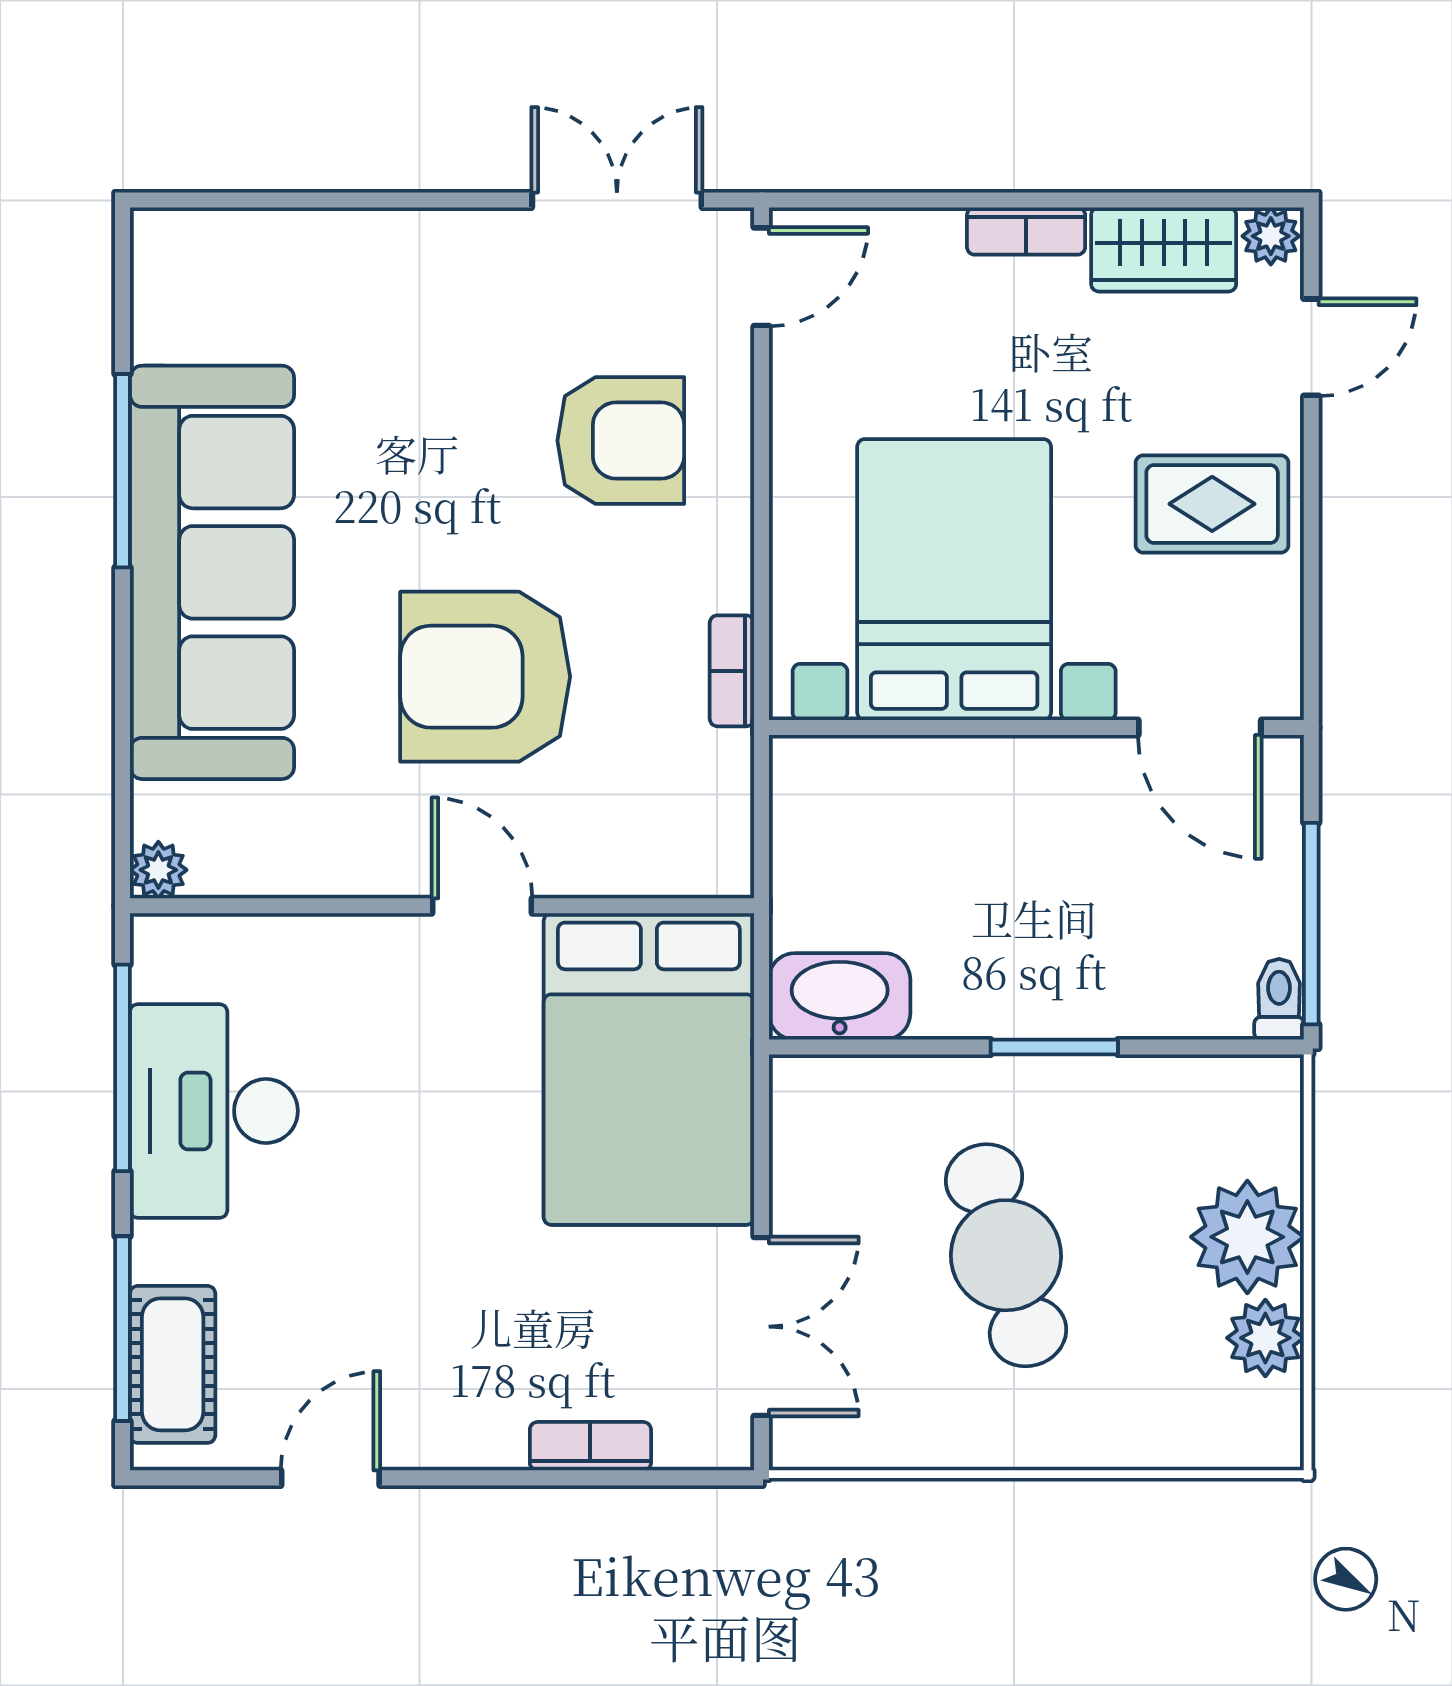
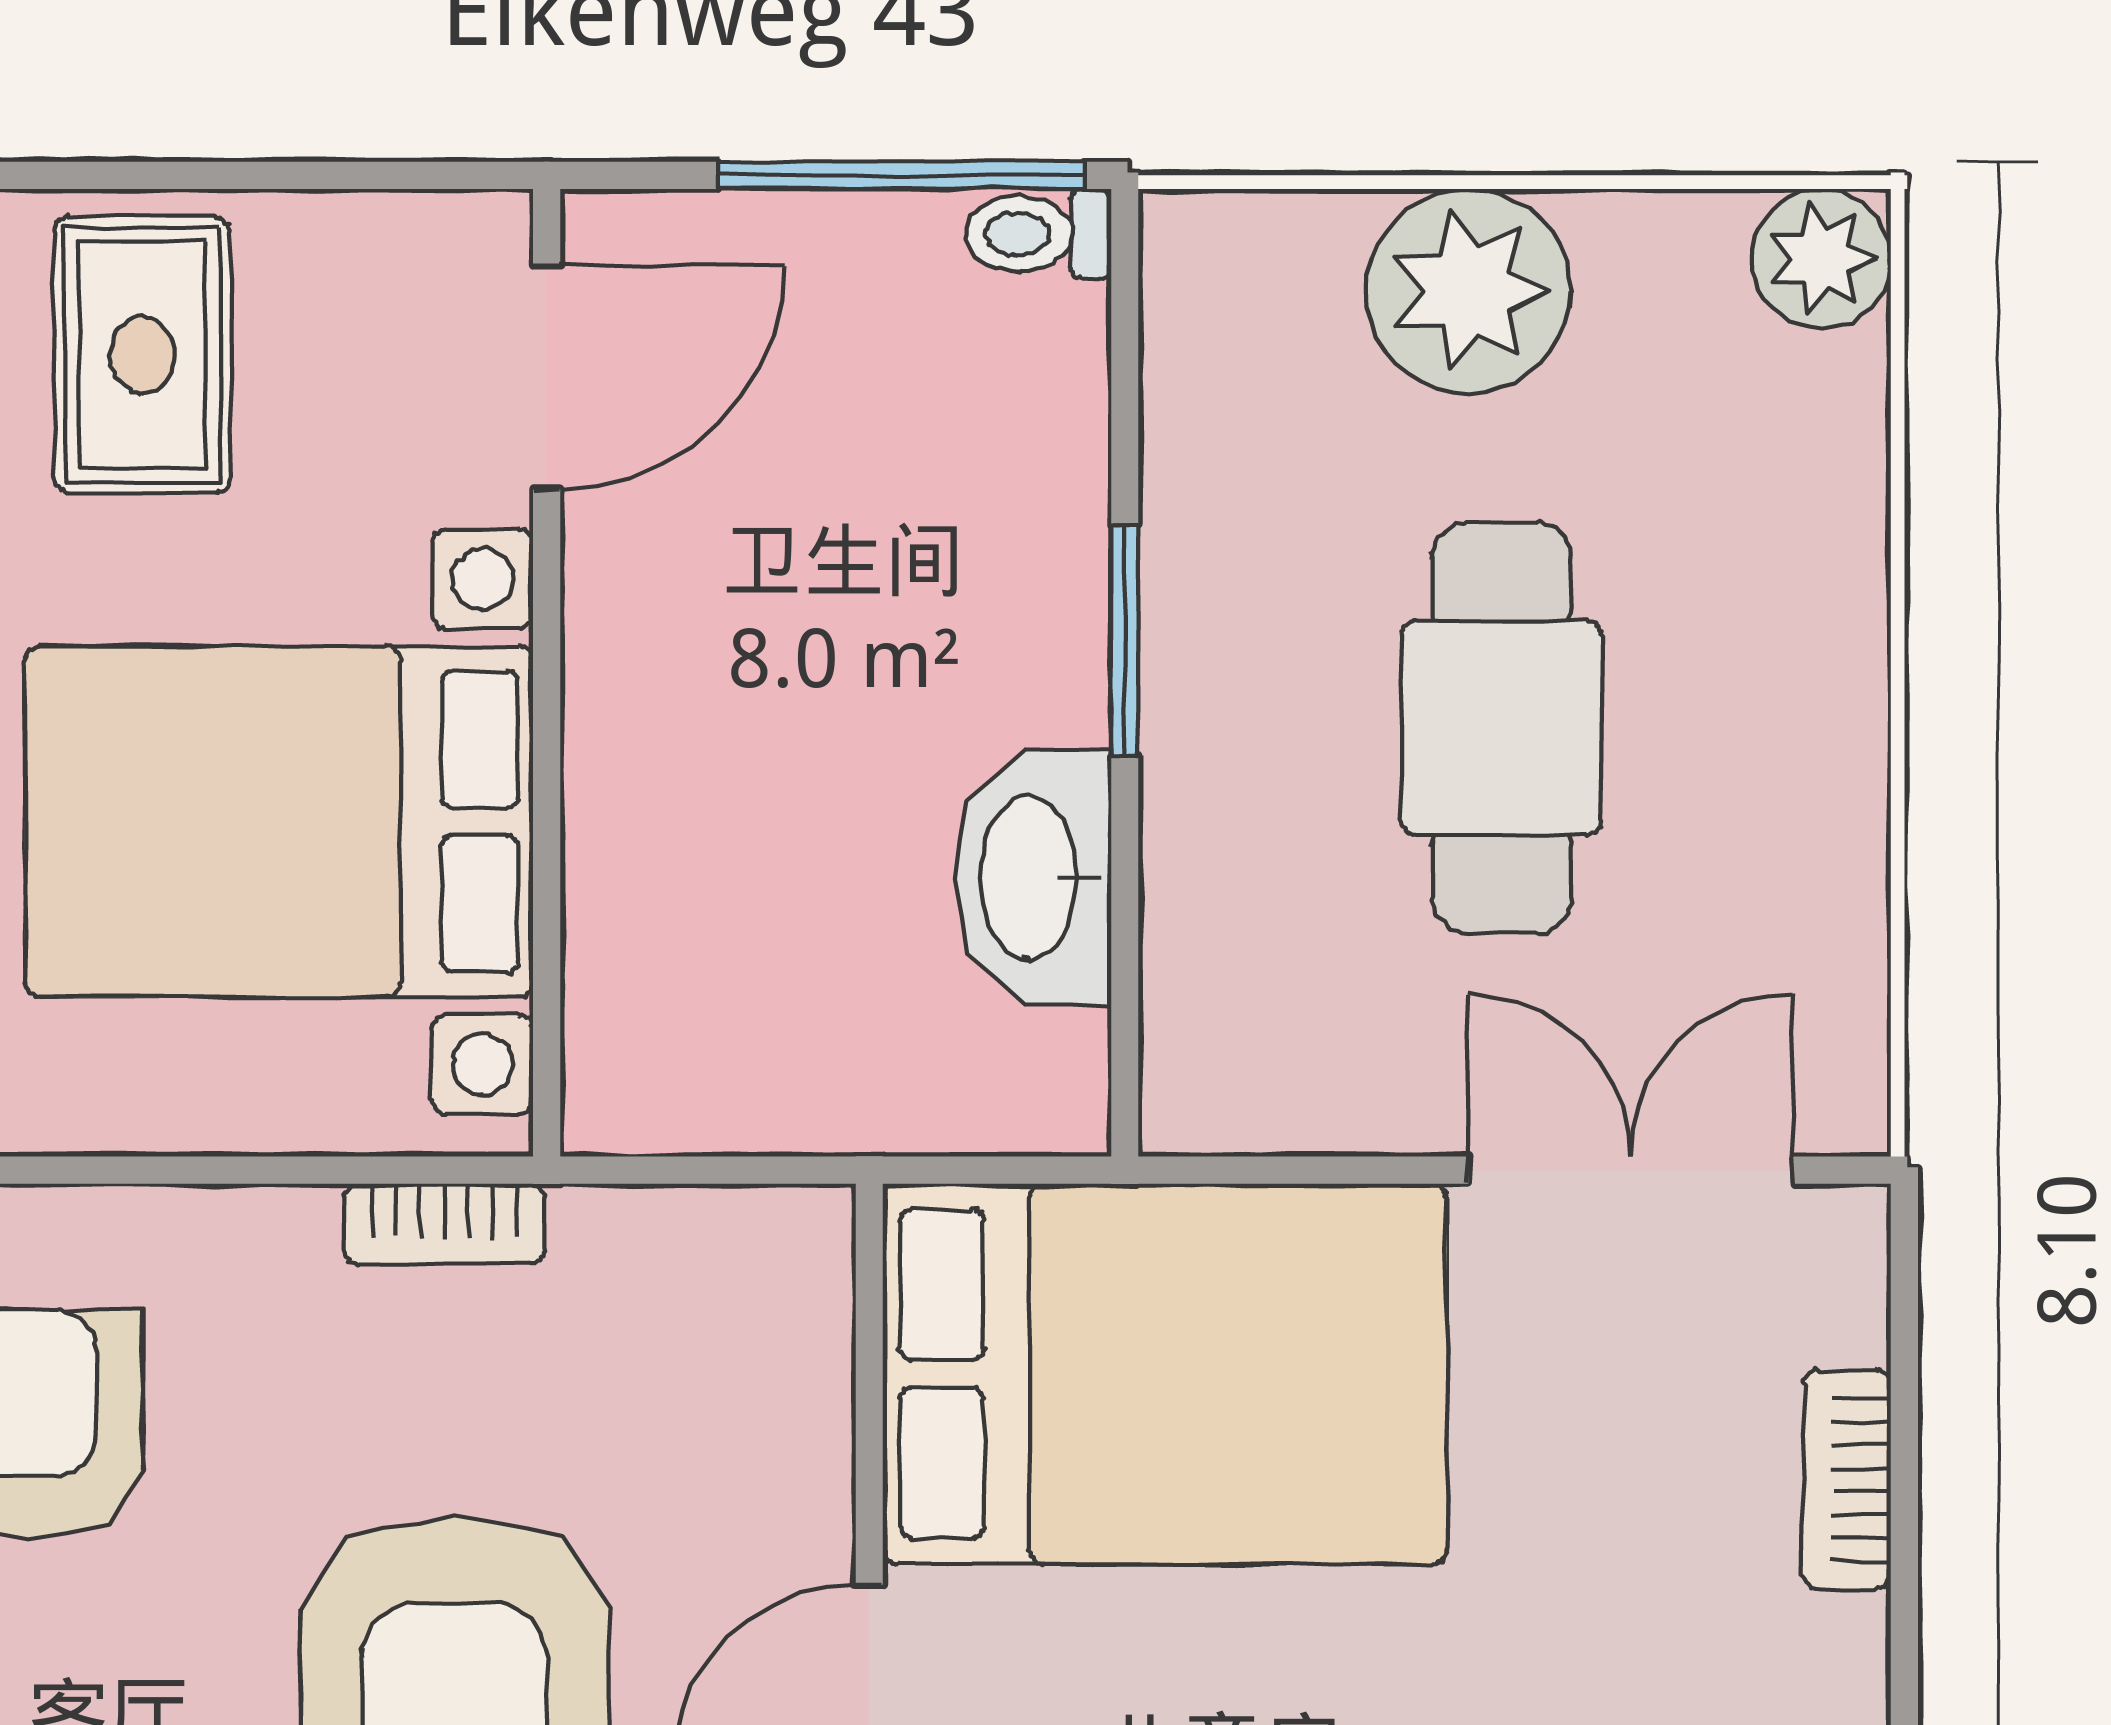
washbasin: (840, 996) -> (1033, 878), moved
cafe table: (1006, 1255) -> (1501, 728), turned -74
plant: (1265, 1338) -> (1821, 259), moved

